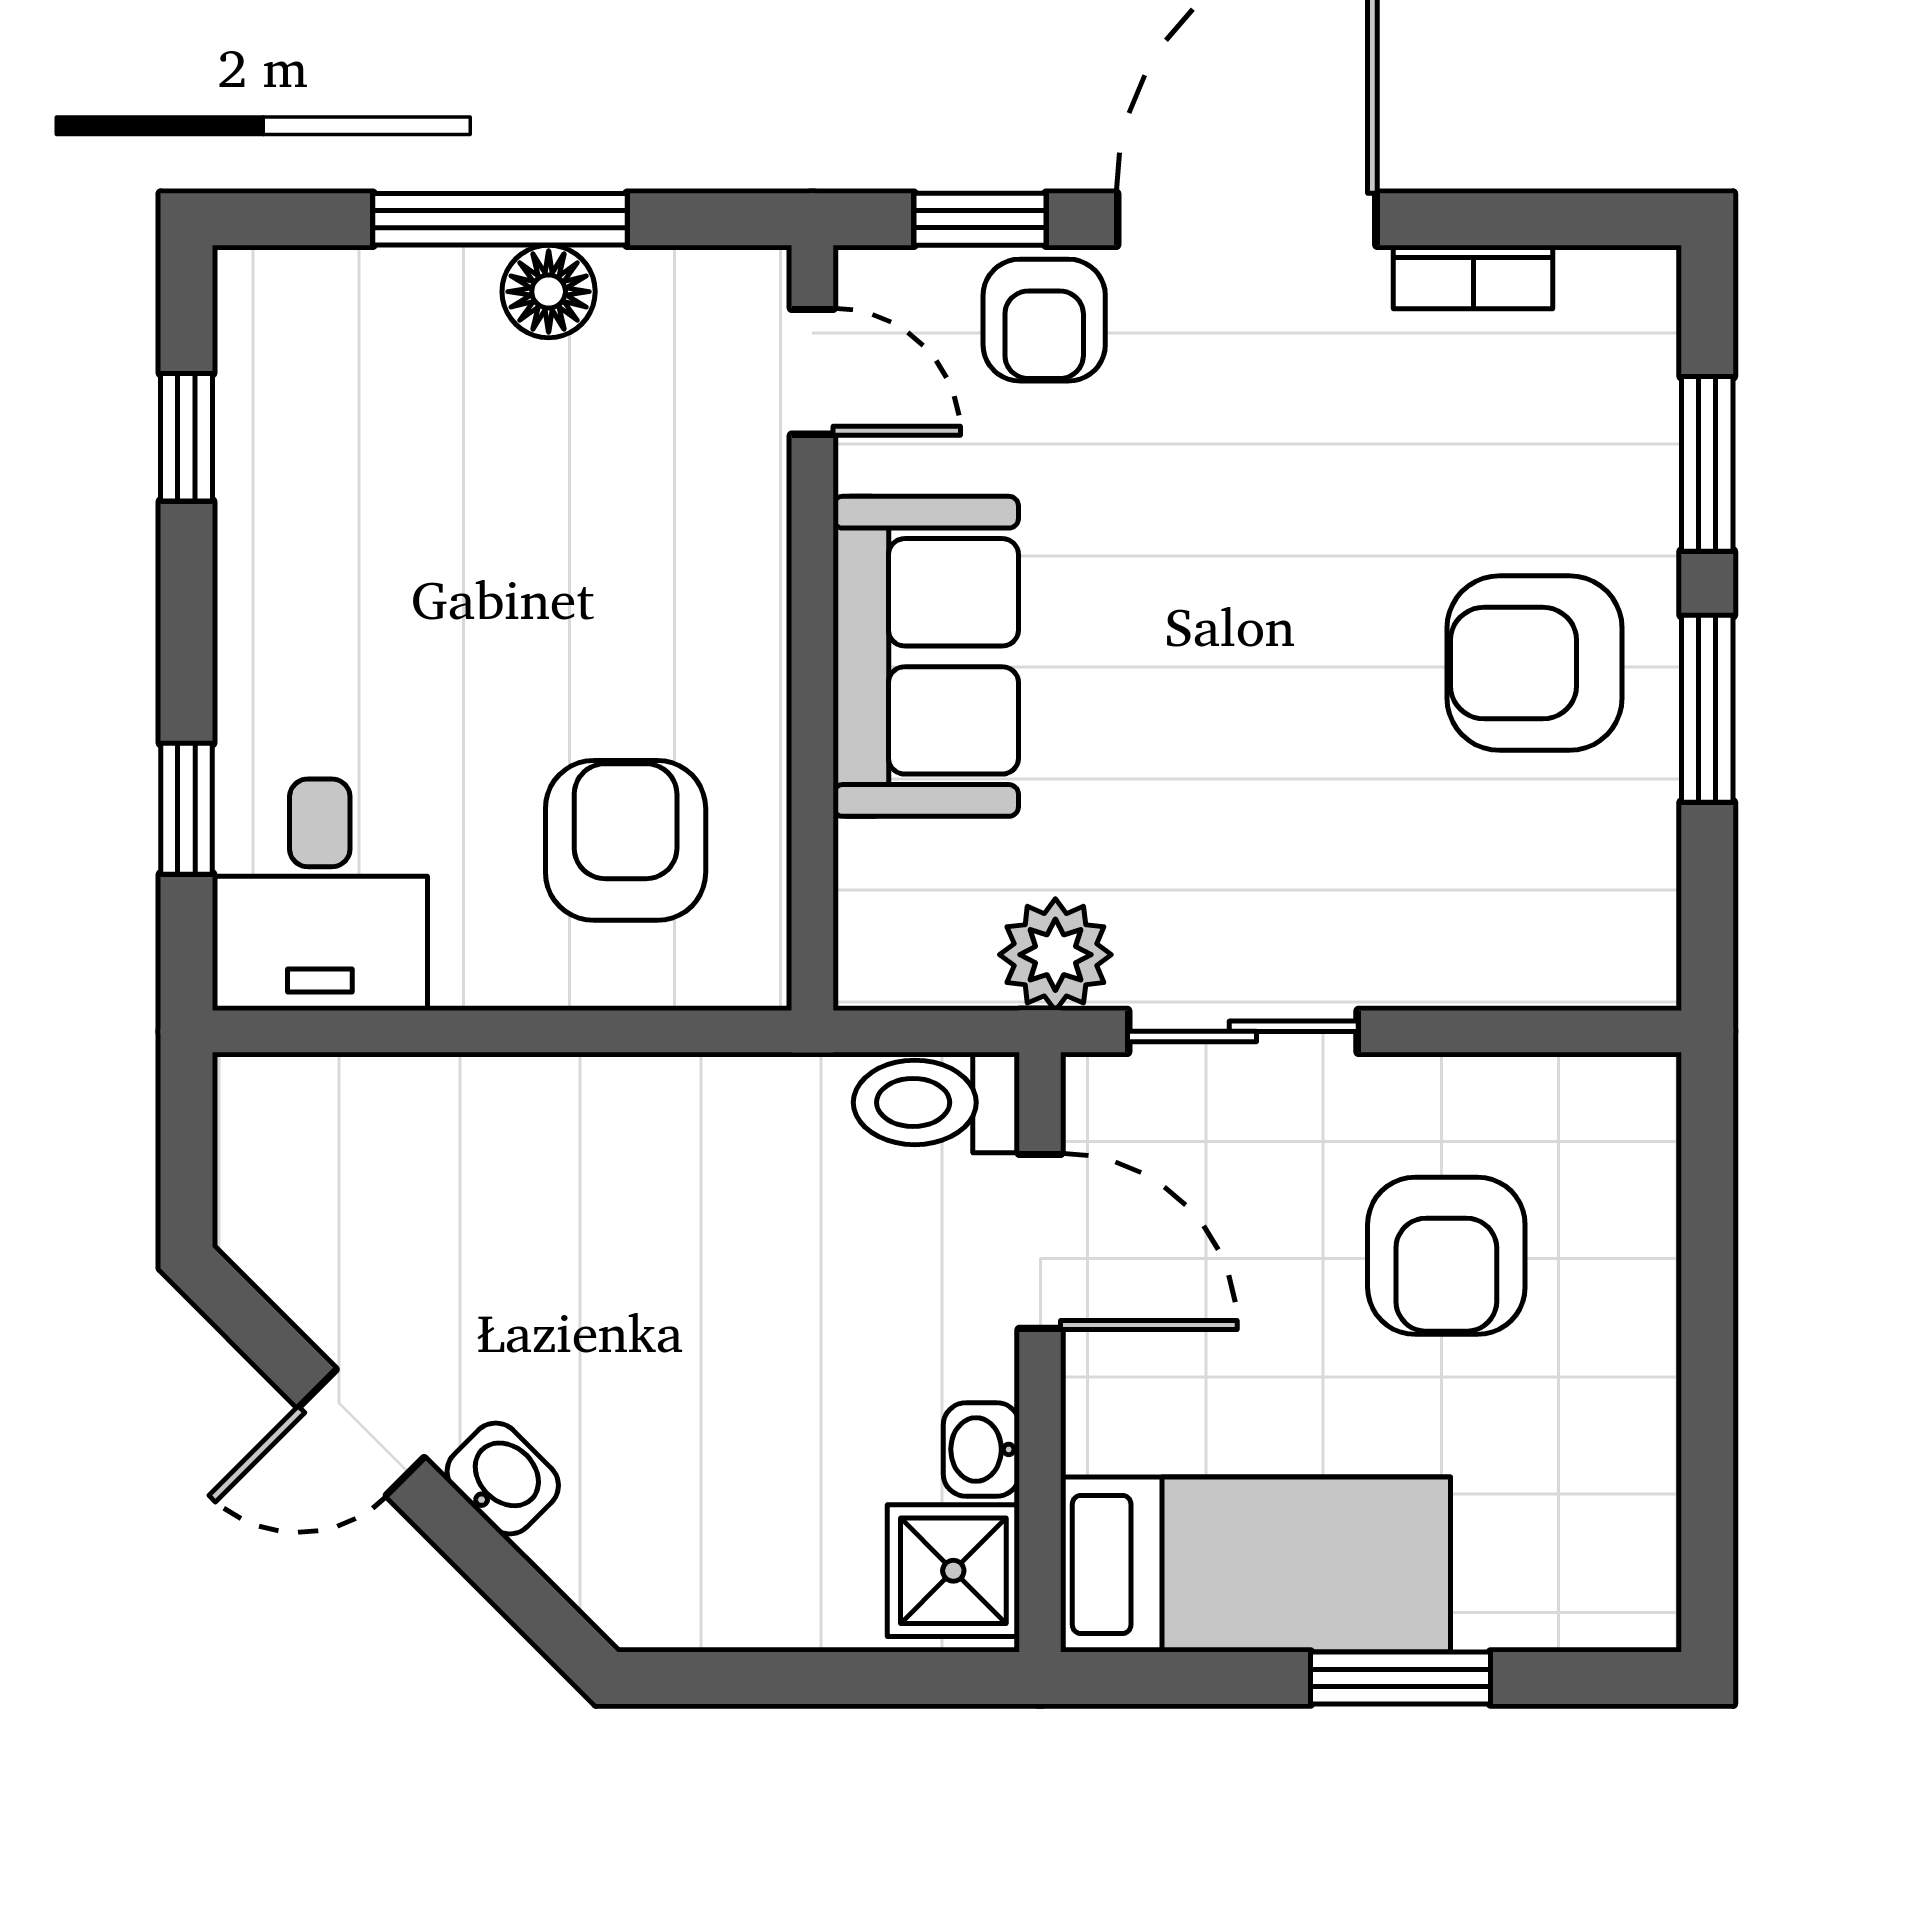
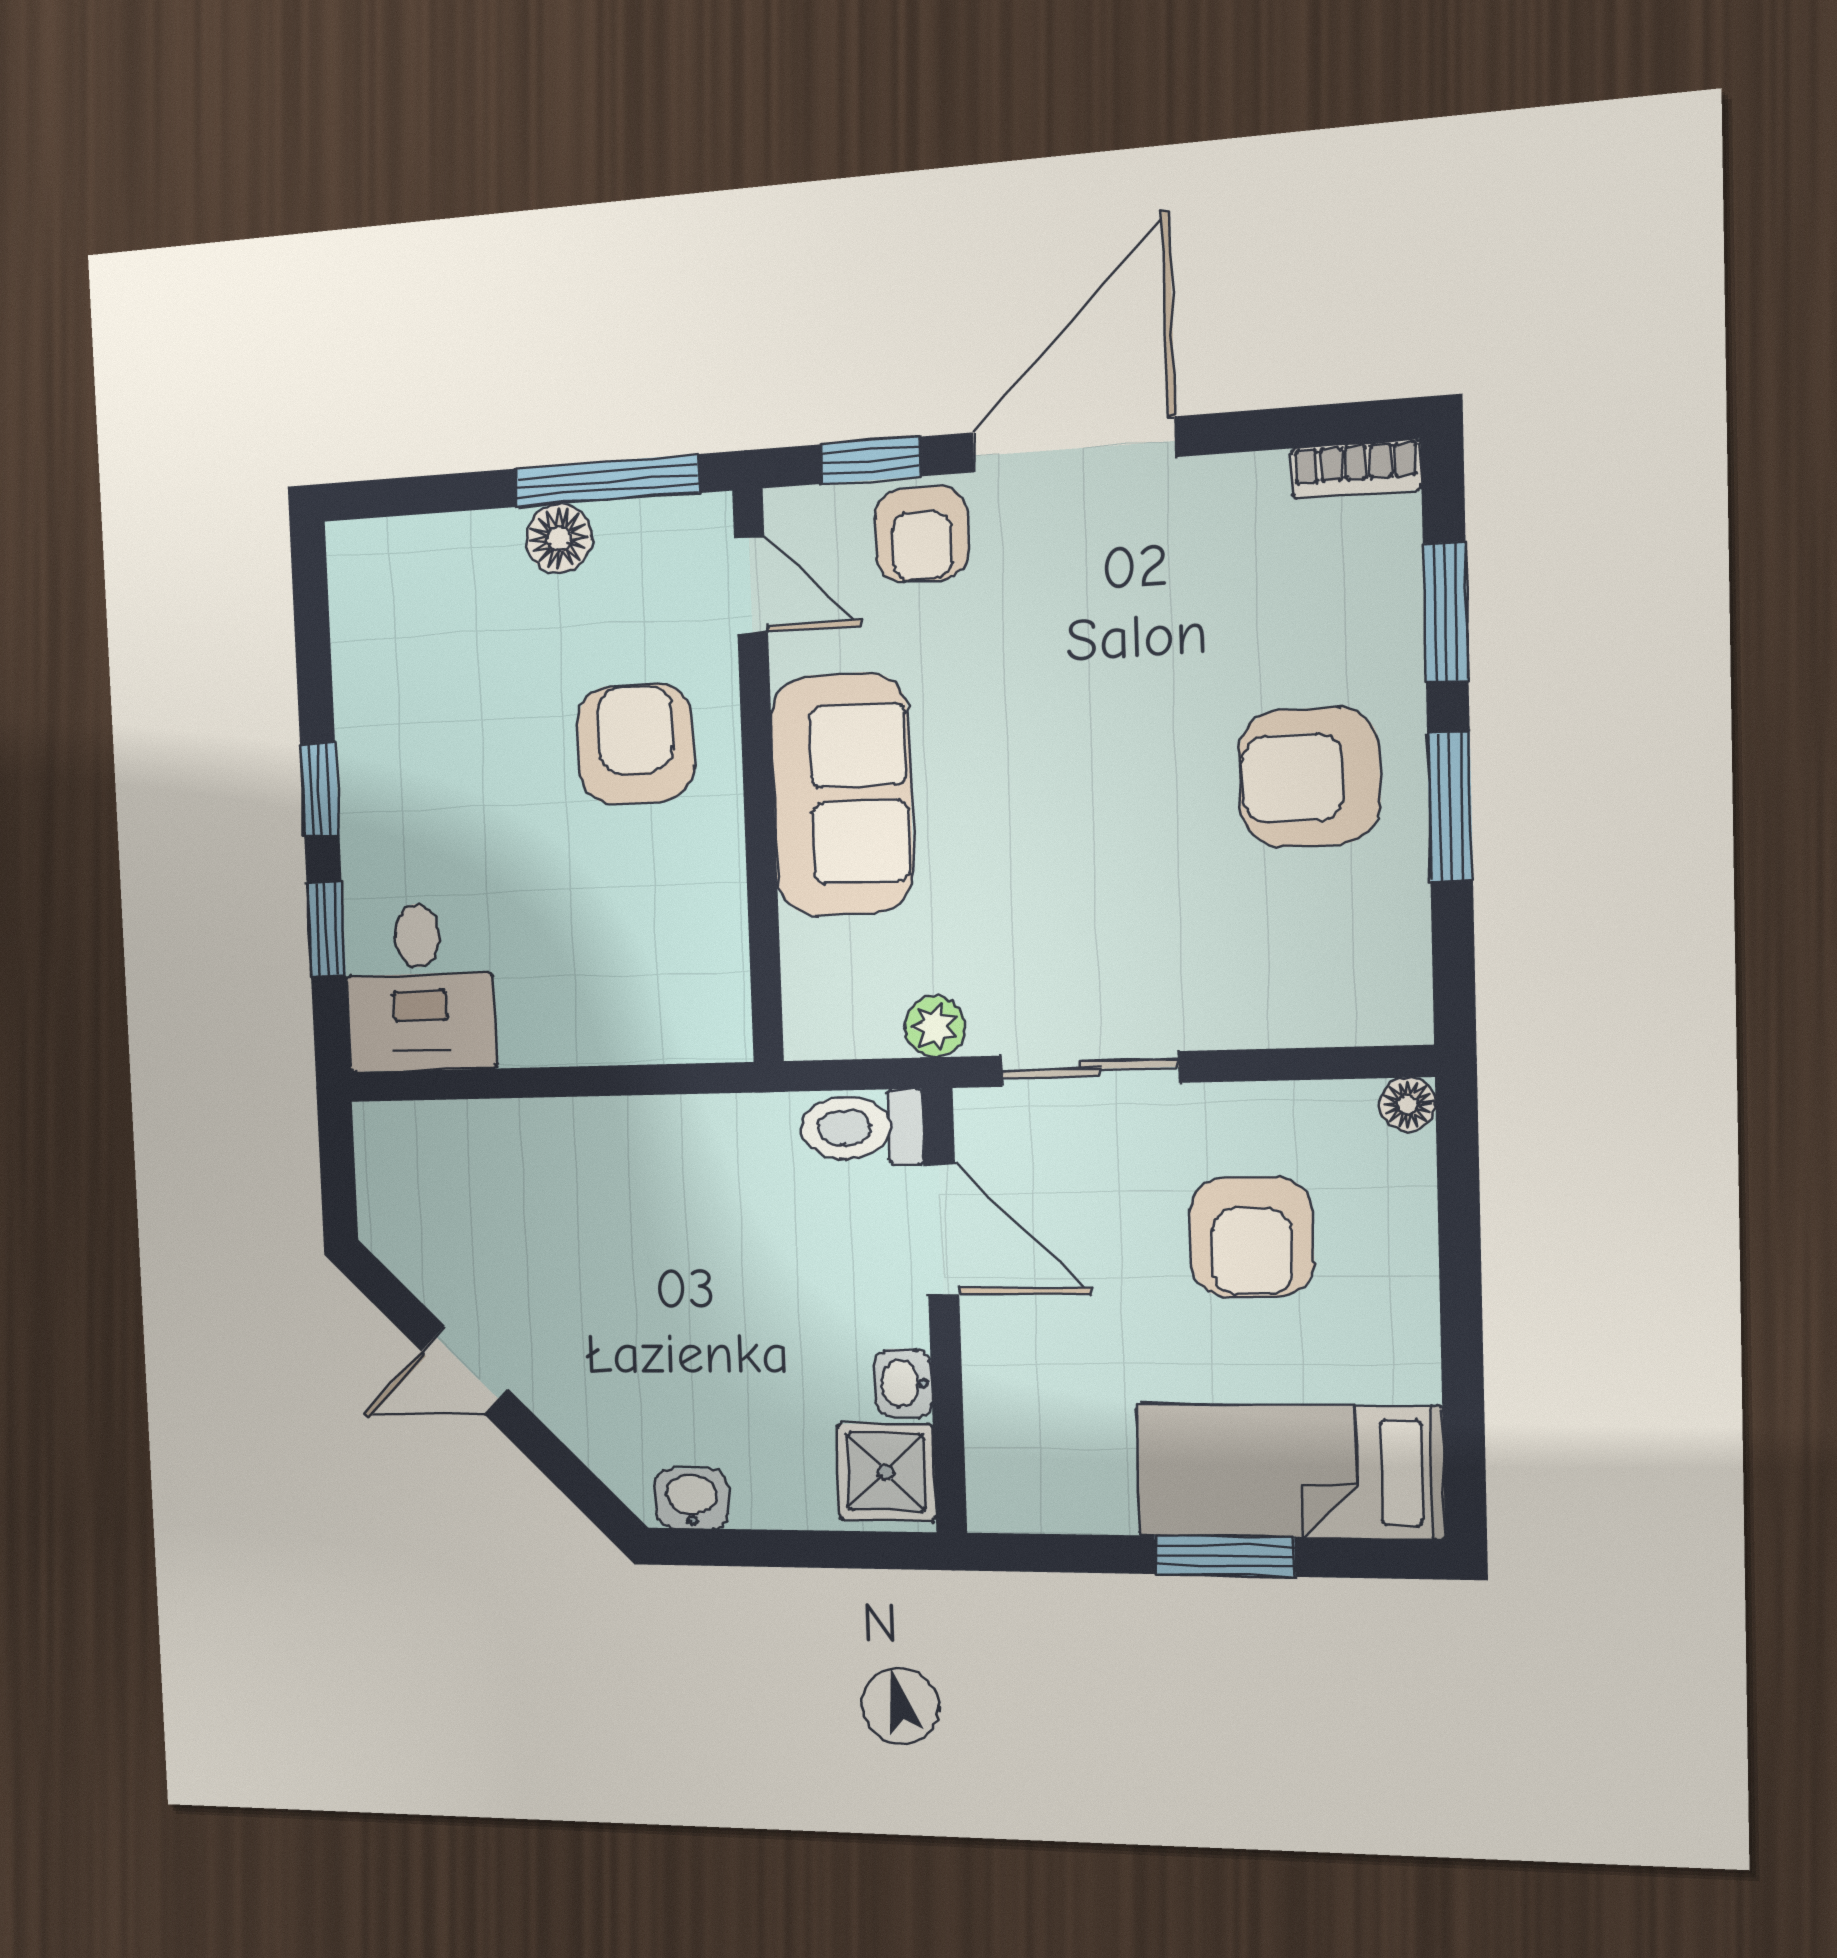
window: (500, 219) -> (607, 481), moved
bookcase: (1473, 277) -> (1356, 469), moved
window: (186, 437) -> (320, 790), moved
armchair: (626, 840) -> (636, 744), moved
plant: (1055, 955) -> (935, 1027), width x0.73, depth x0.73
floor lamp: (1647, 1087) -> (1408, 1104), added
washbasin: (503, 1478) -> (692, 1499), moved, turned -45
bed: (1256, 1564) -> (1289, 1472), moved, turned 180

